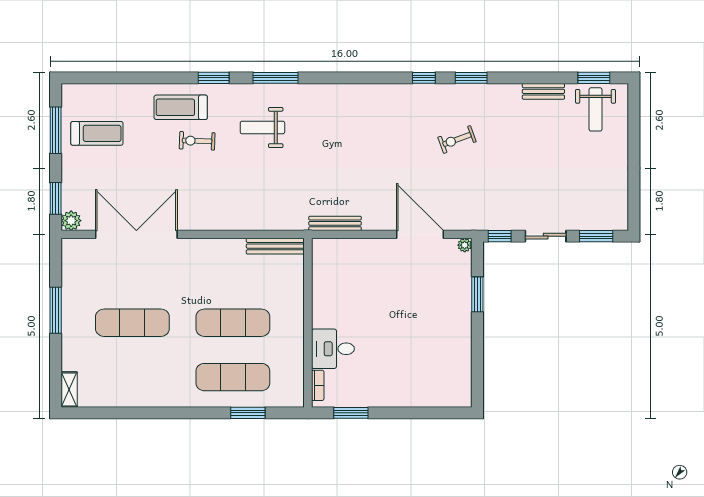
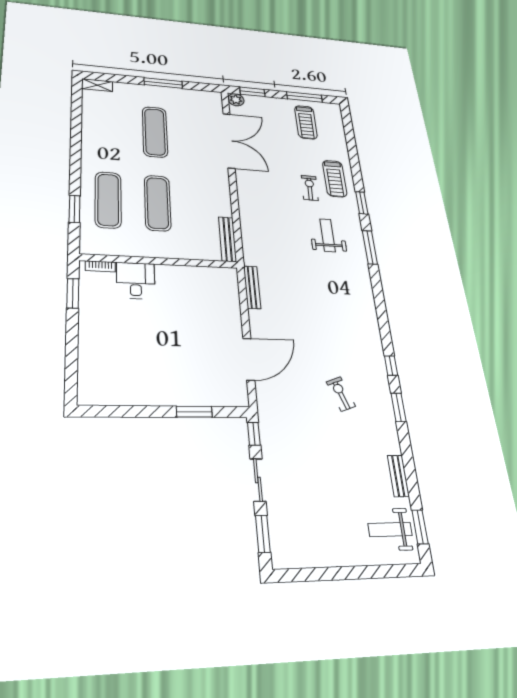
treadmill: (181, 107) -> (335, 179), turned 180
plant: (465, 245) -> (242, 400), removed

